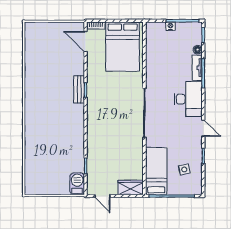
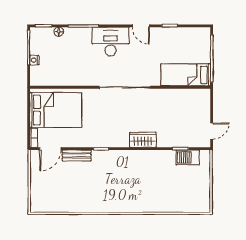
tv unit: (197, 68) -> (78, 32), removed
bench: (79, 89) -> (77, 155), moved
door: (203, 128) -> (141, 26), swing flipped
side table: (184, 169) -> (184, 46), removed
barbecue: (77, 184) -> (188, 157), moved
wardrobe: (131, 188) -> (143, 140), moved, turned 90

